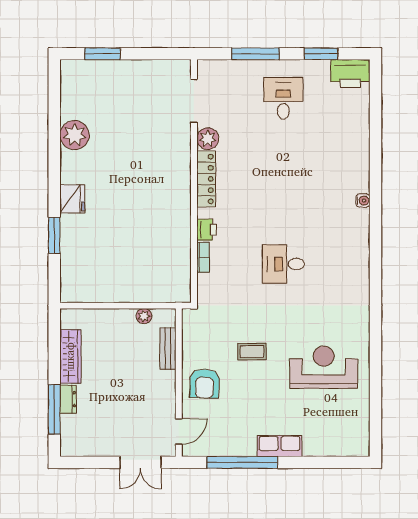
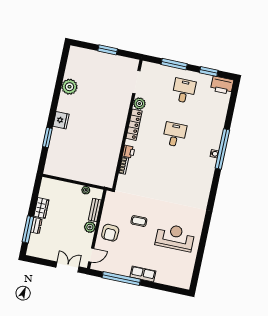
window: (102, 54) -> (108, 50), moved
window: (375, 189) -> (222, 149), added
desk: (283, 264) -> (175, 134), moved, turned 90
wardrobe: (70, 356) -> (41, 208), width x0.67
plant: (166, 381) -> (90, 227), added
double door: (140, 462) -> (67, 267), swing flipped

